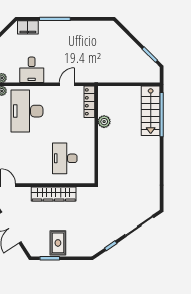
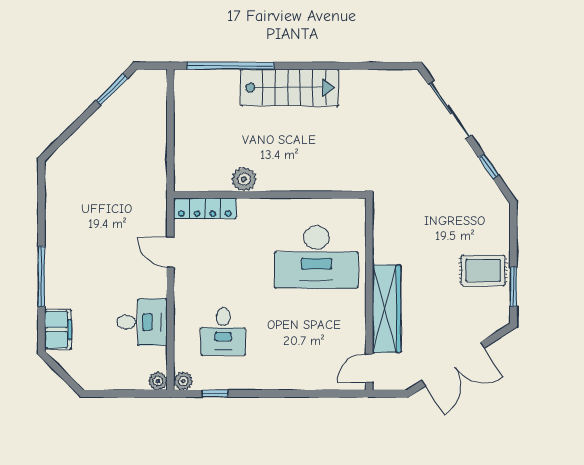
desk: (27, 111) -> (223, 331), width x0.53, depth x0.77
stairs: (151, 111) -> (289, 87), moved
desk: (65, 158) -> (316, 257), width x1.36, depth x1.30
wardrobe: (54, 194) -> (387, 309), moved

